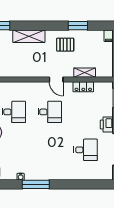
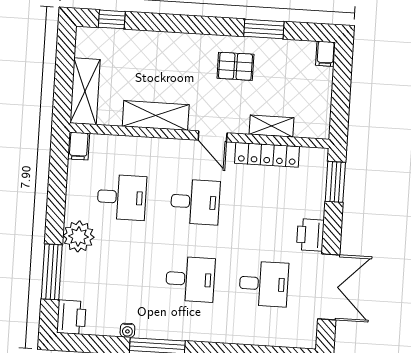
shelving: (29, 36) -> (156, 115), moved
locker: (83, 87) -> (267, 155), width x1.53
desk: (50, 150) -> (190, 279), added

